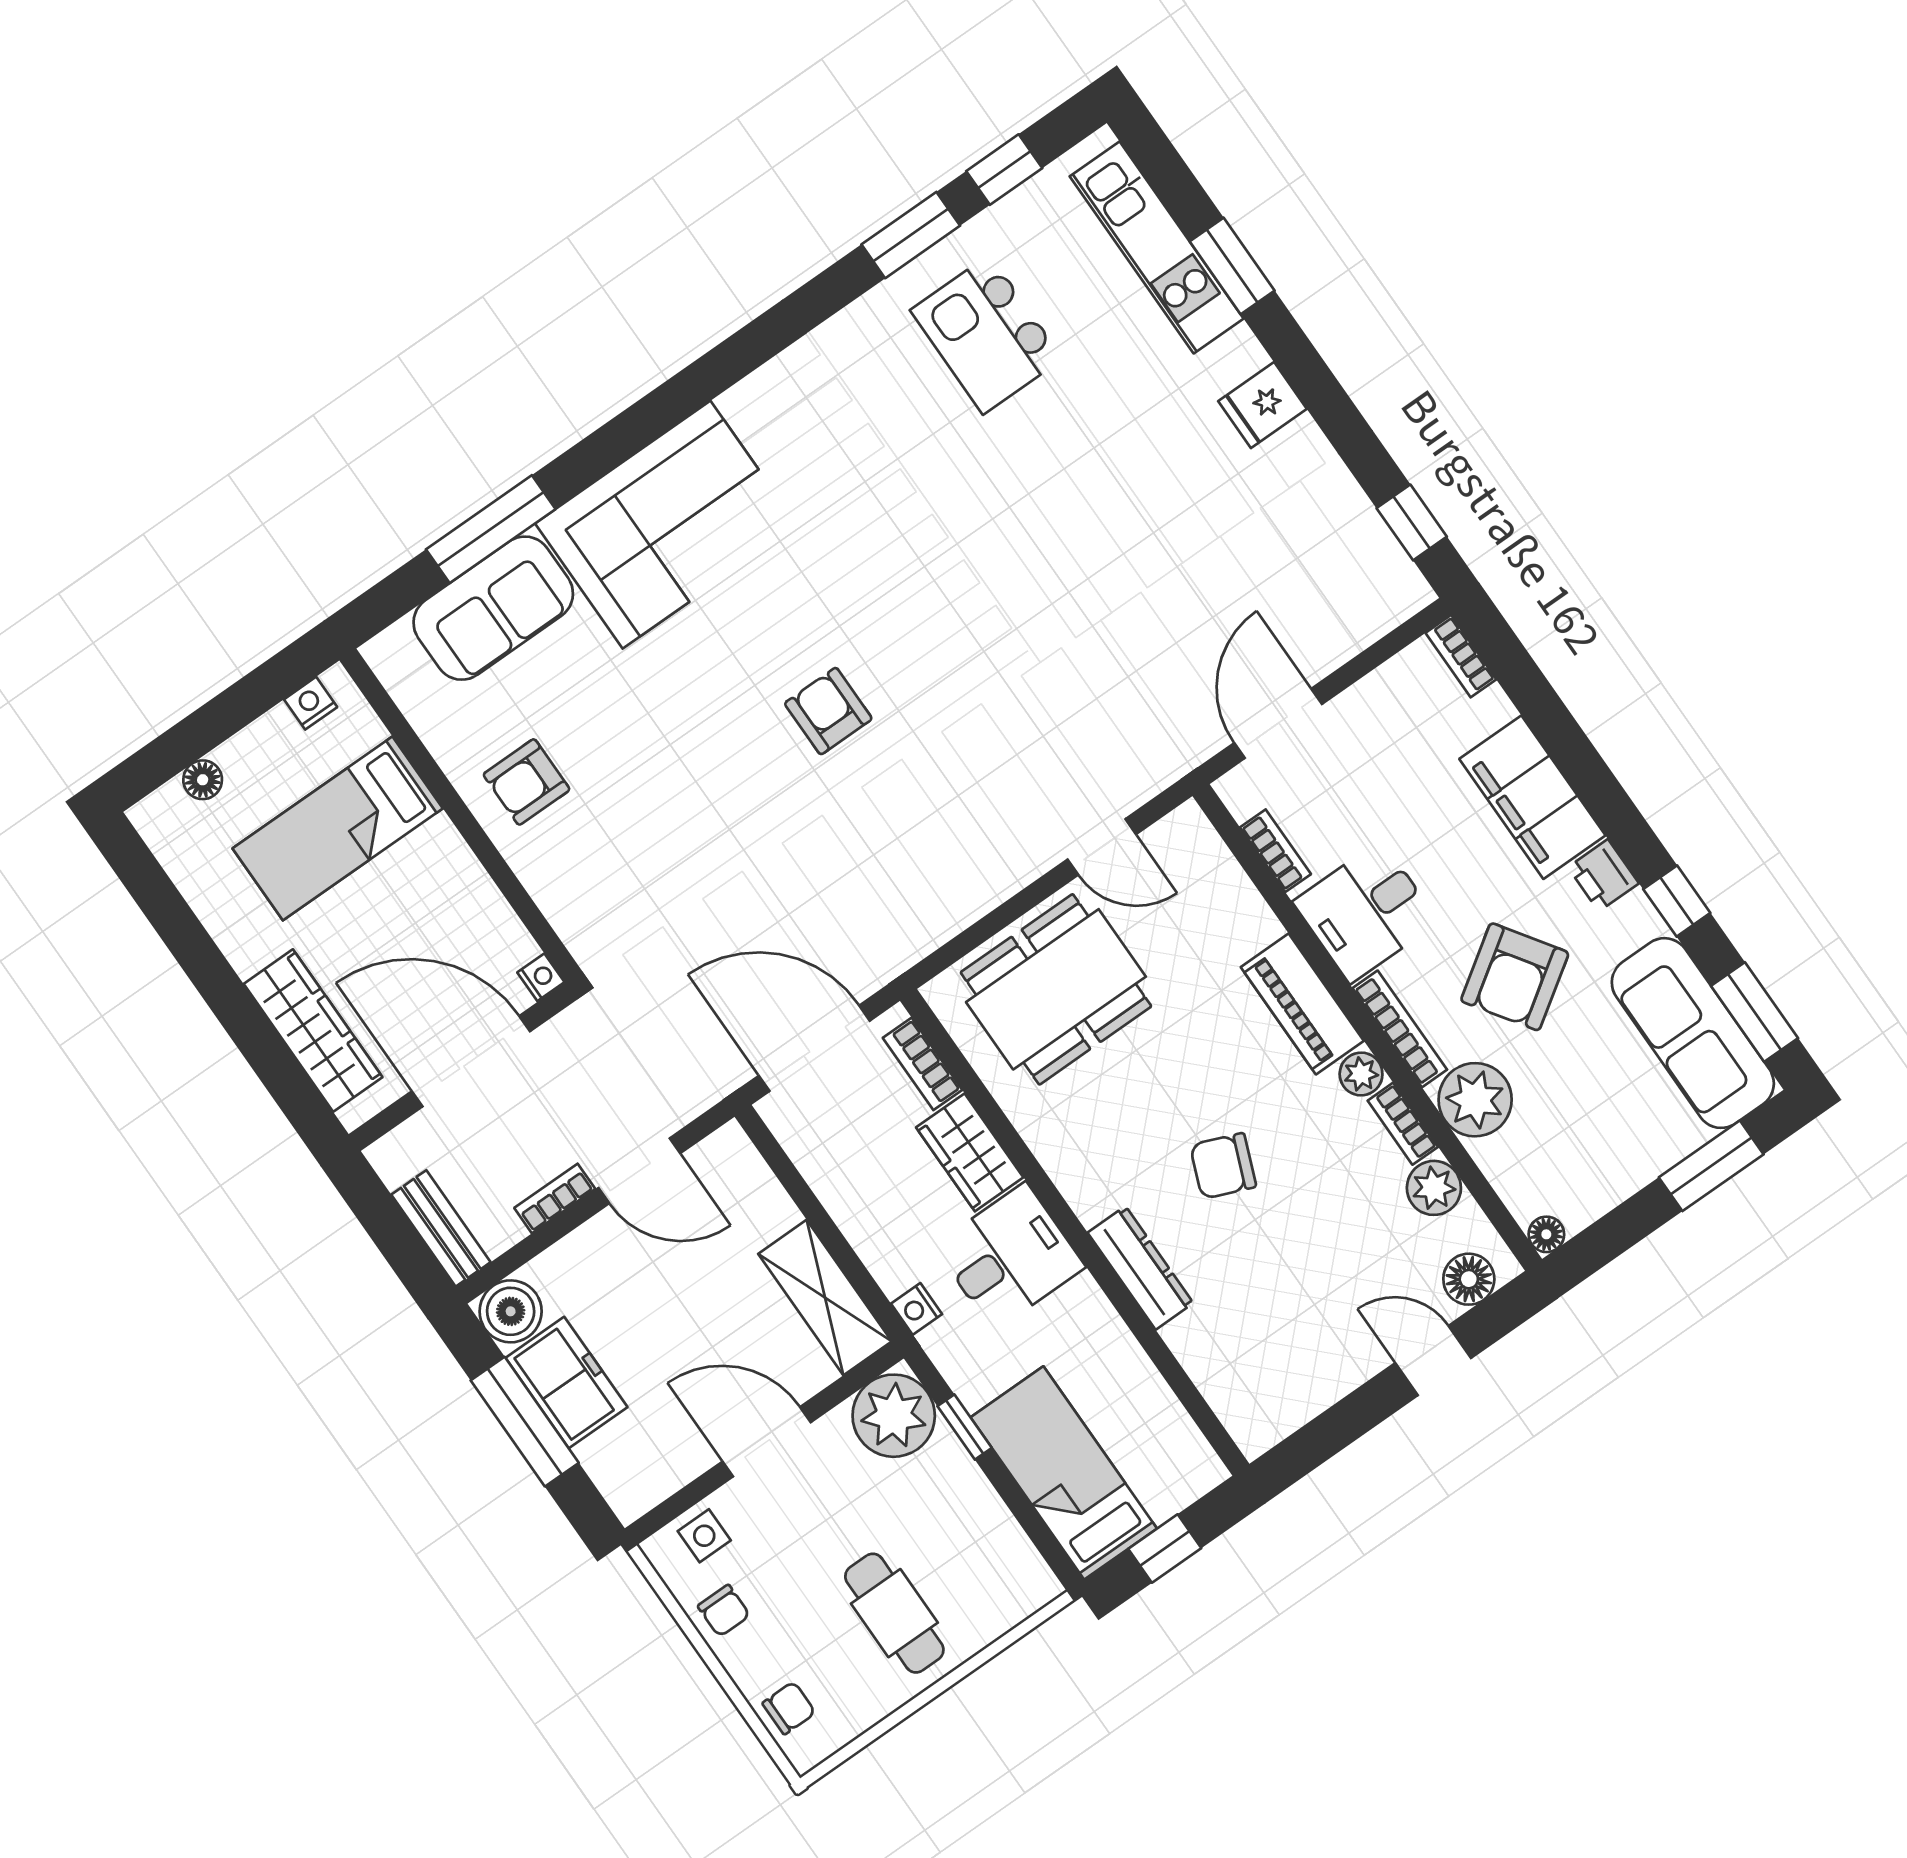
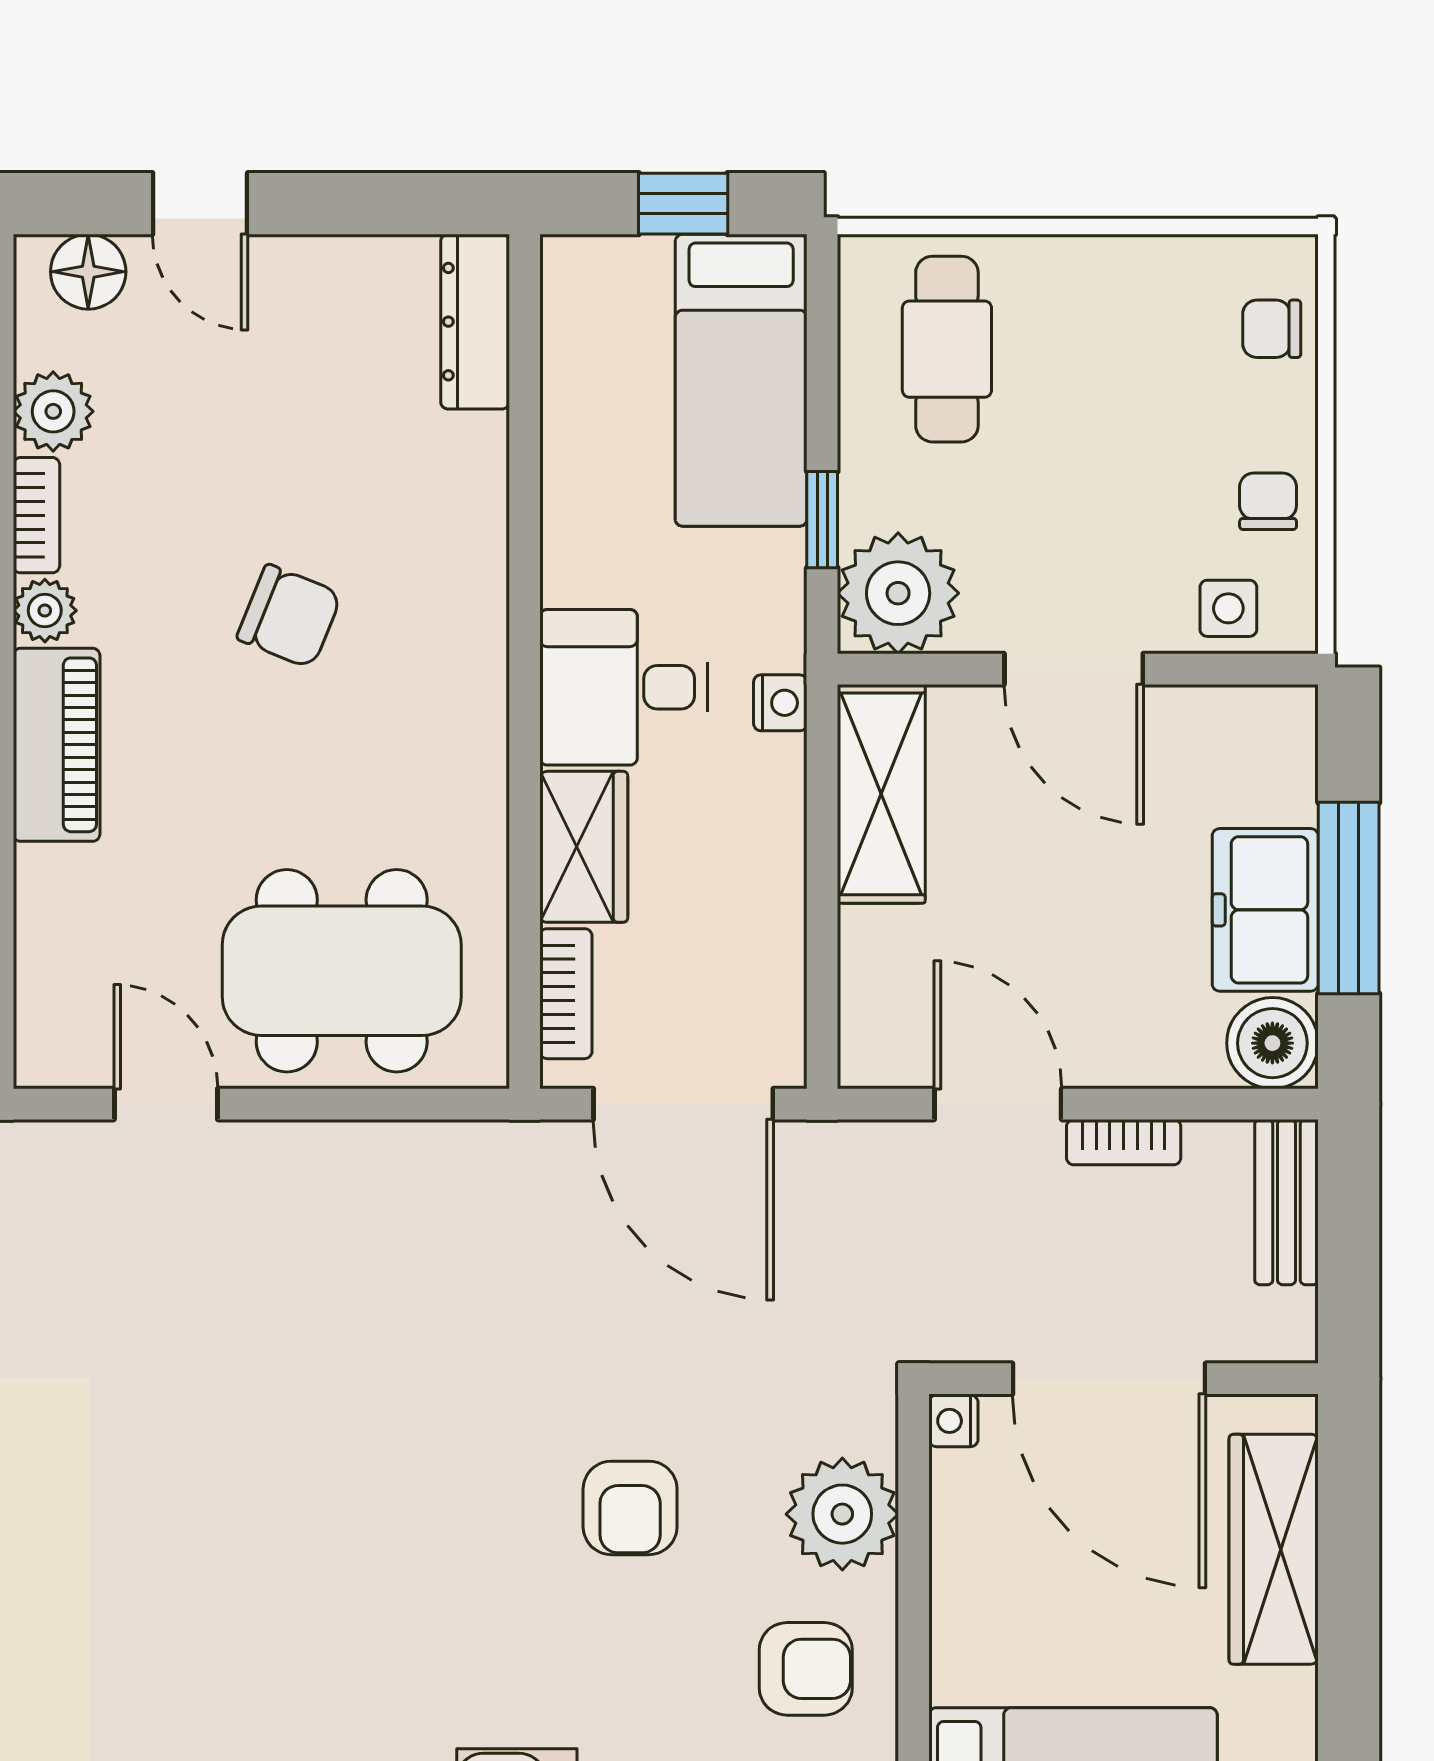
armchair: (828, 711) -> (630, 1508), moved
plant: (566, 882) -> (842, 1514), added
dresser: (1141, 1268) -> (475, 322), moved
cafe table: (894, 1613) -> (947, 349), moved

